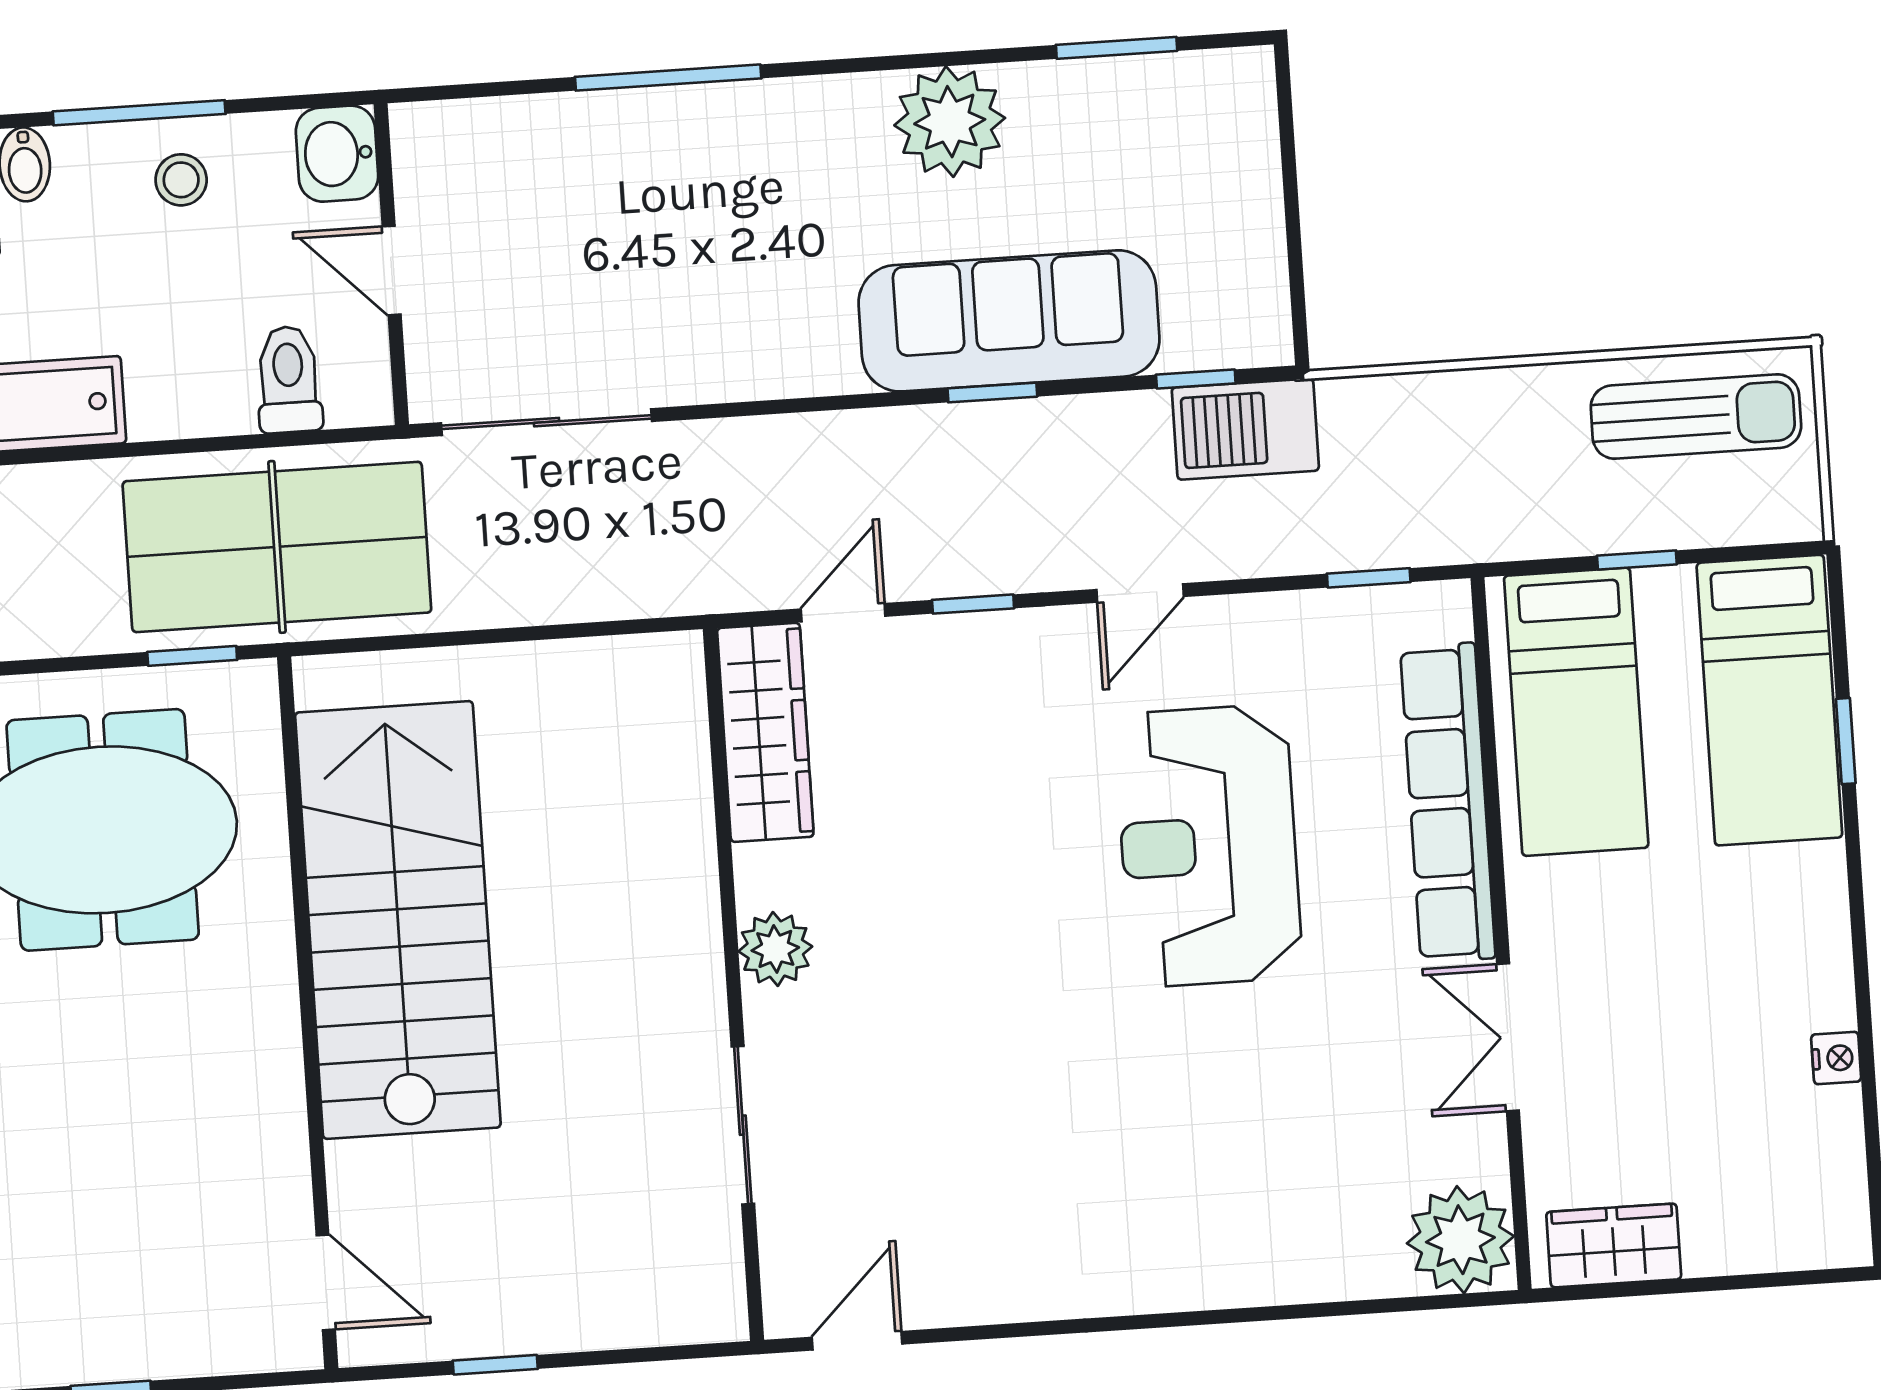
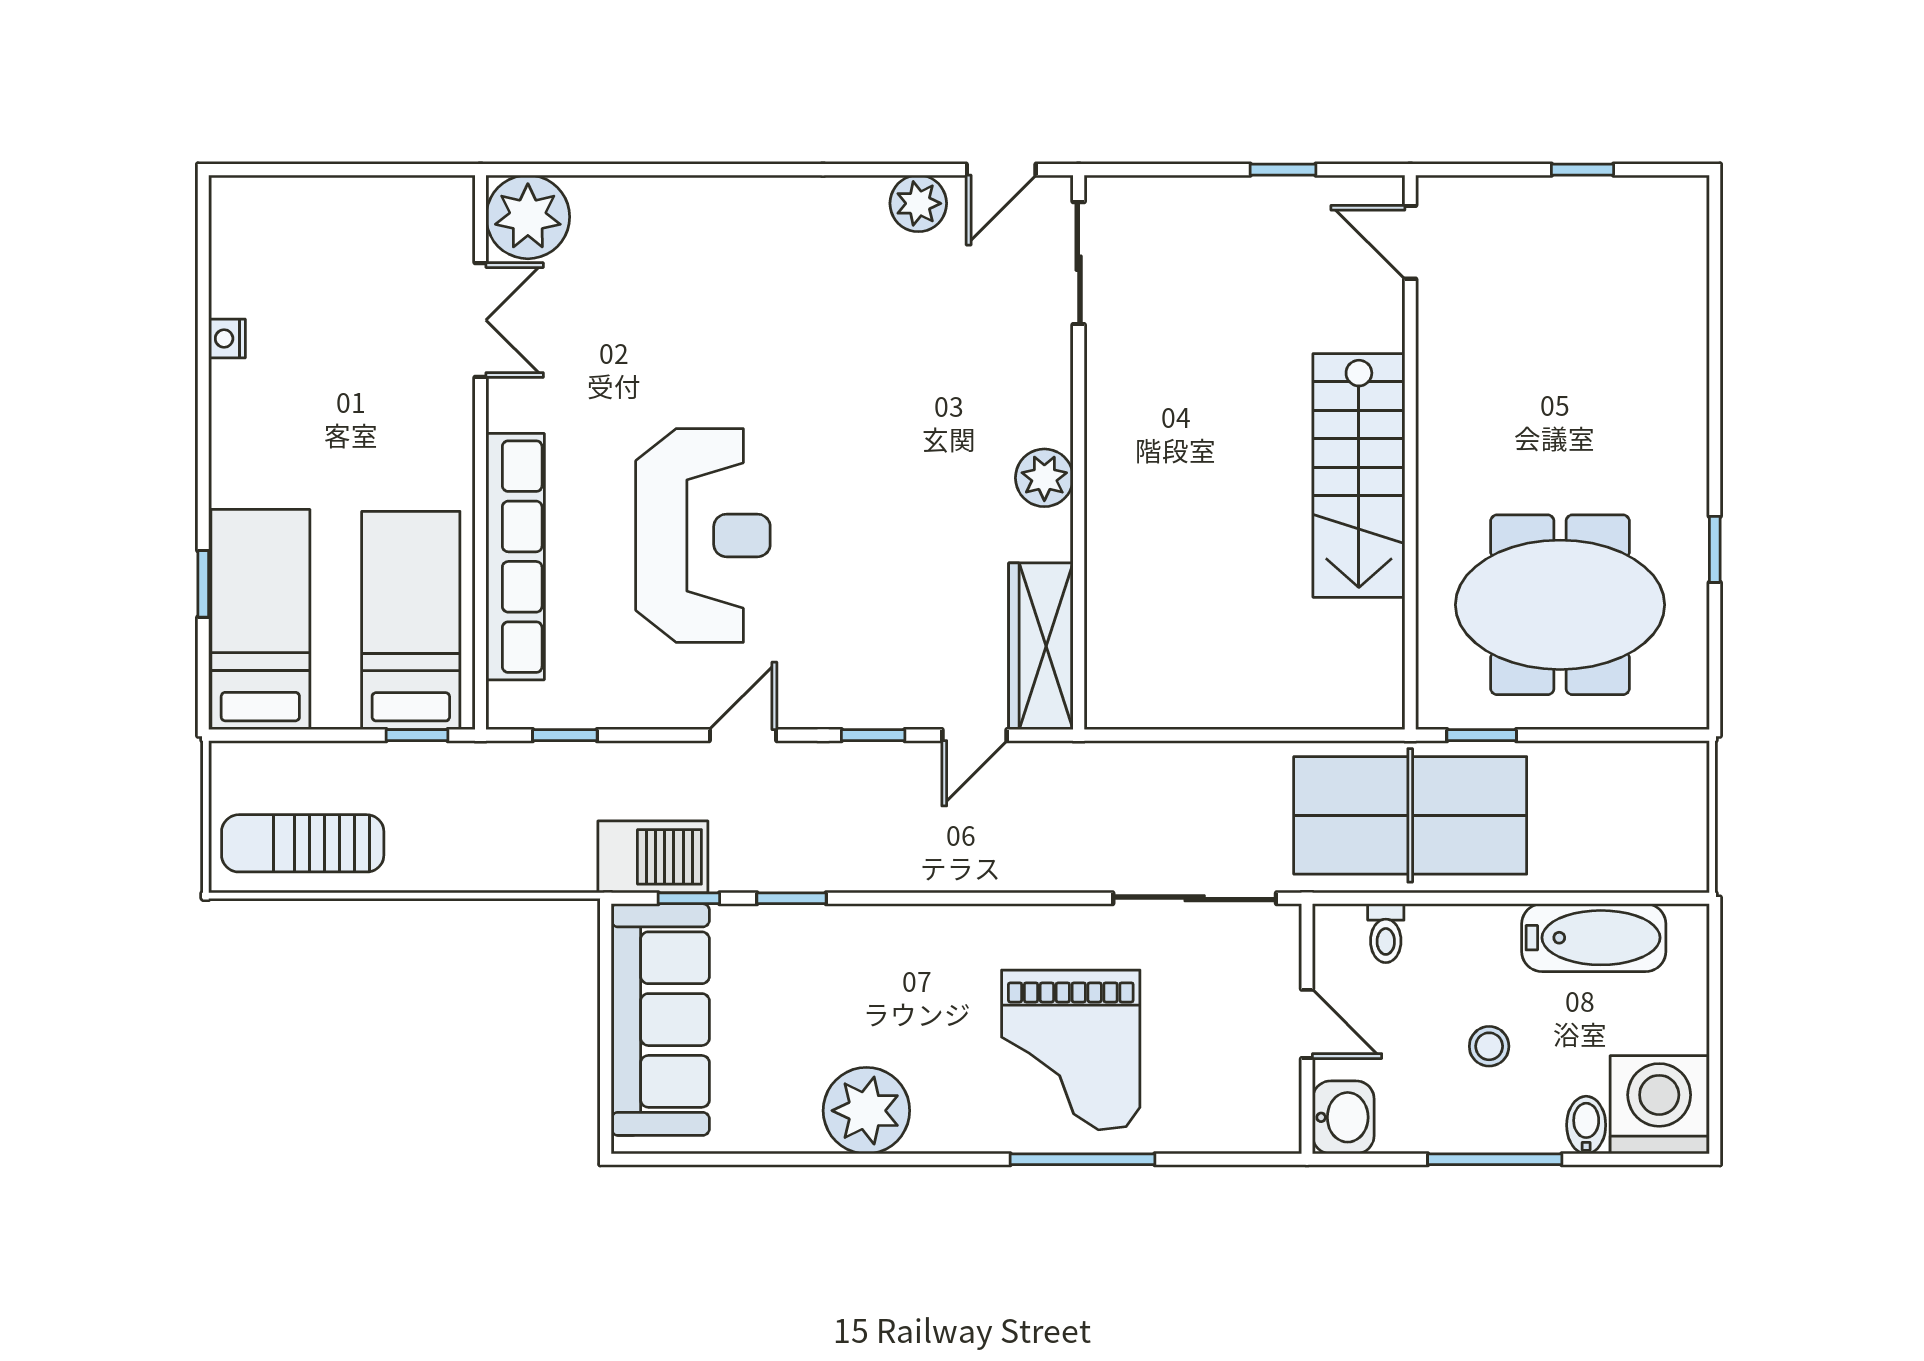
window: (1117, 48) -> (733, 1159), removed
stool: (181, 180) -> (1489, 1046), moved
grand piano: (693, 217) -> (1071, 1050), added
sofa: (1009, 321) -> (660, 1020), moved, turned -90
toilet: (289, 379) -> (1386, 933), width x0.73, depth x0.72
window: (992, 393) -> (792, 898), moved
window: (1637, 560) -> (417, 735), moved
stairs: (398, 920) -> (1359, 475), width x0.73, depth x0.66
double door: (1508, 1037) -> (481, 320), moved
sliding door: (743, 1125) -> (1079, 263), moved
wardrobe: (1614, 1245) -> (409, 205), removed
plant: (960, 1290) -> (918, 203), added

